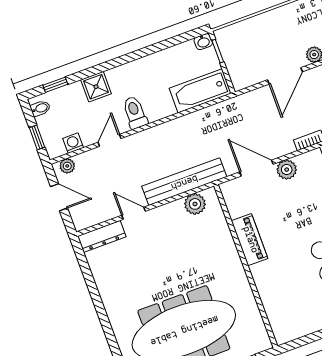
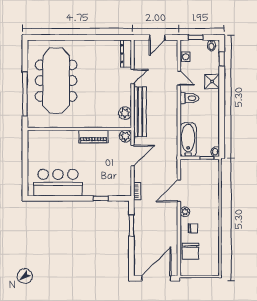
door: (285, 76) -> (179, 191), hinge flipped
plant: (67, 166) -> (173, 49), removed
plant: (287, 170) -> (125, 136), moved

